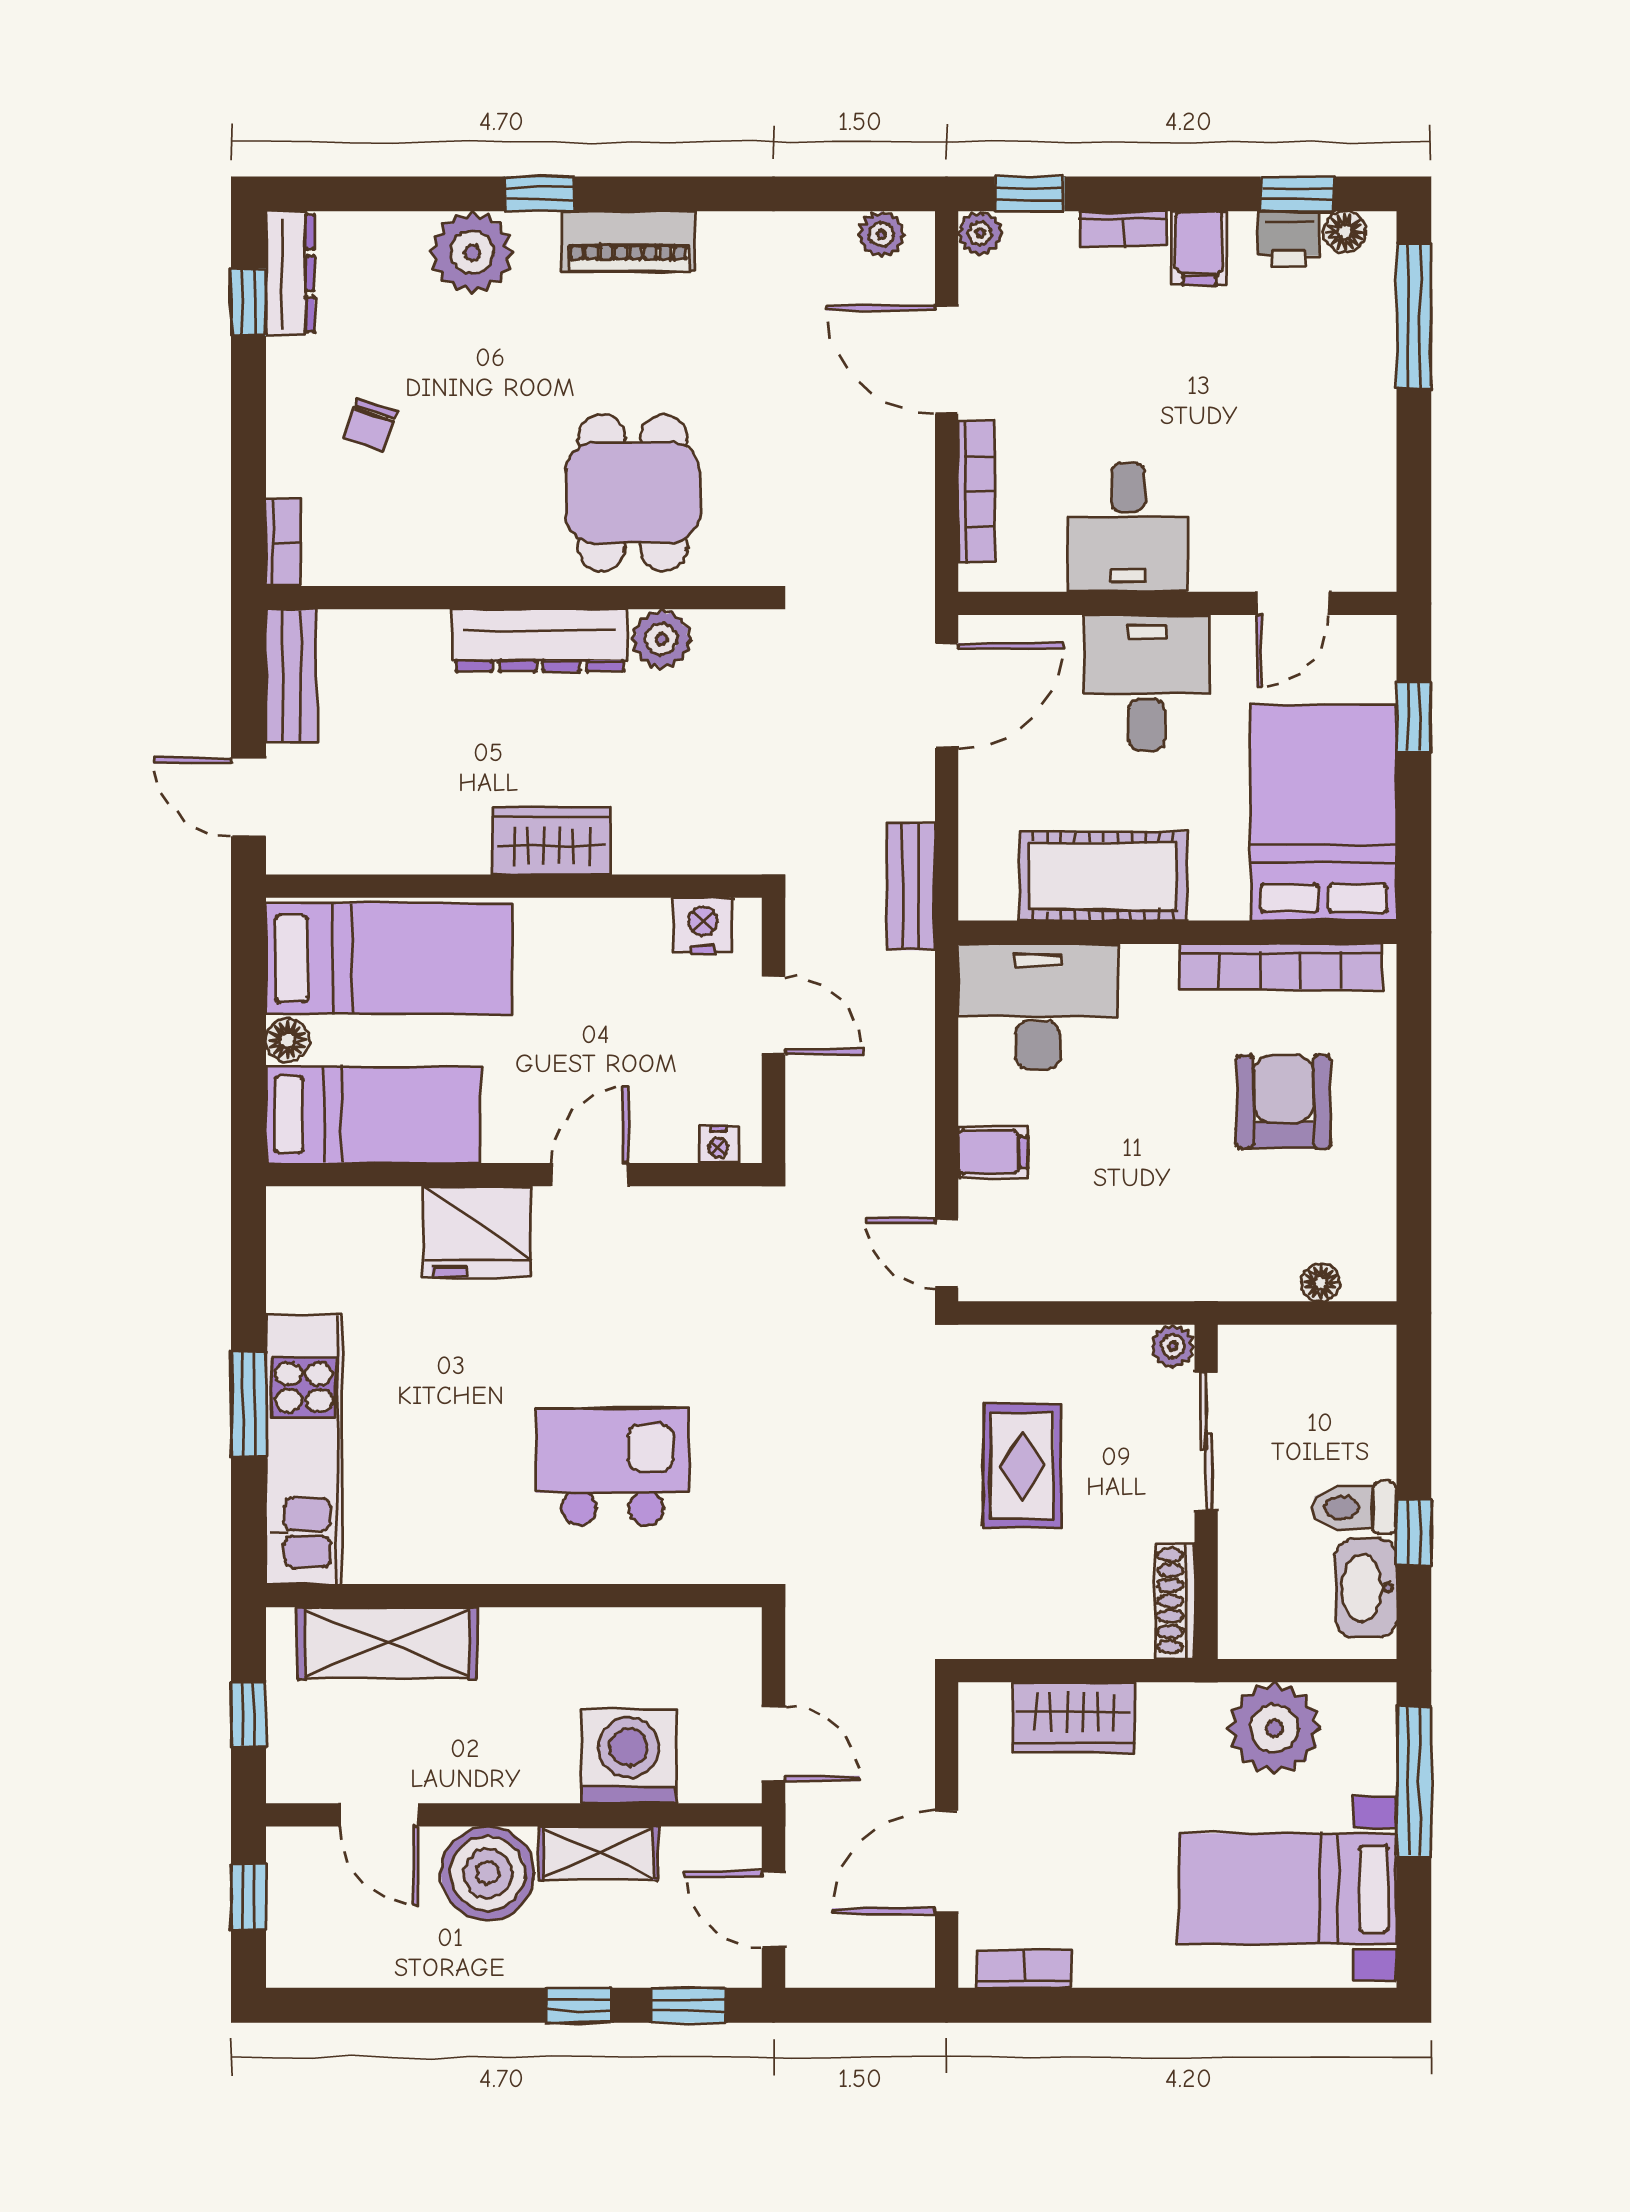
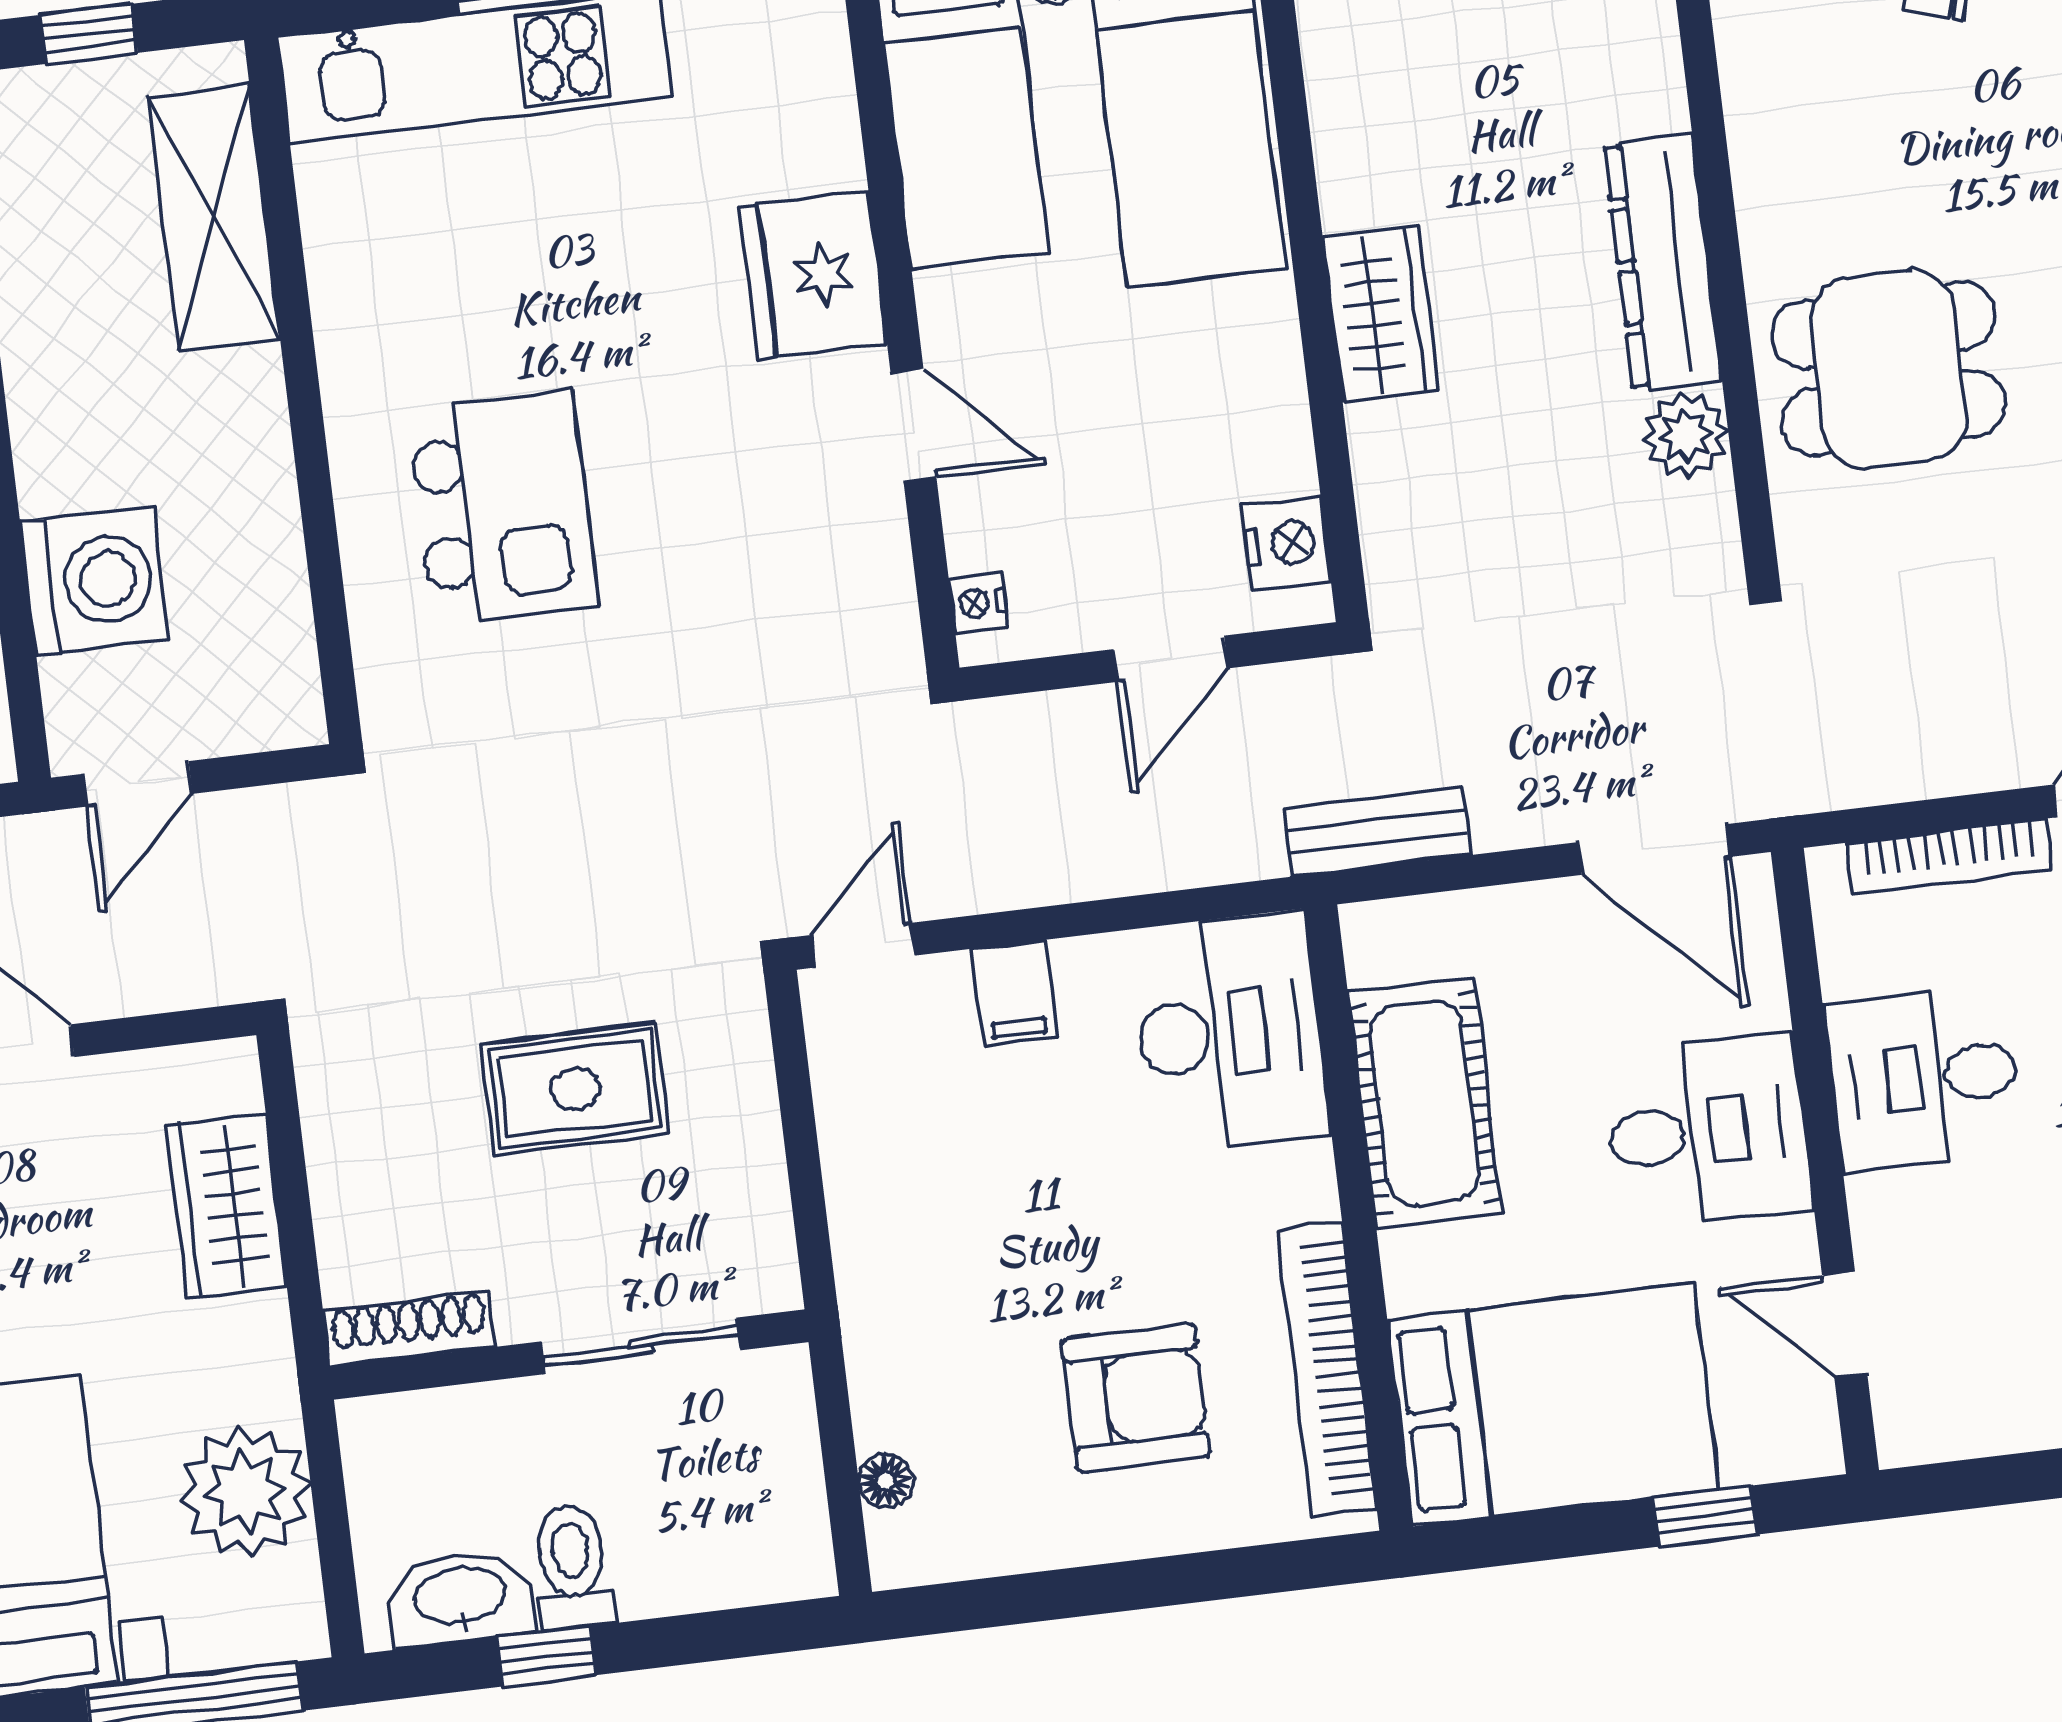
plant: (1173, 1346) -> (770, 1282), removed

